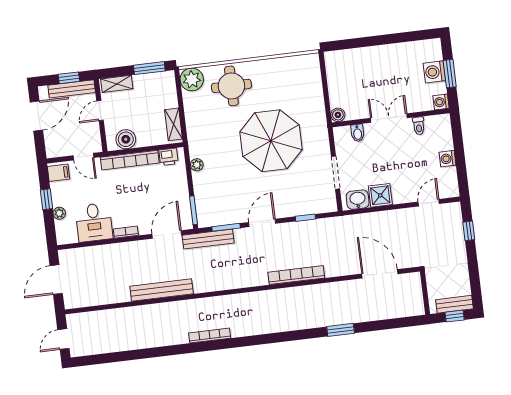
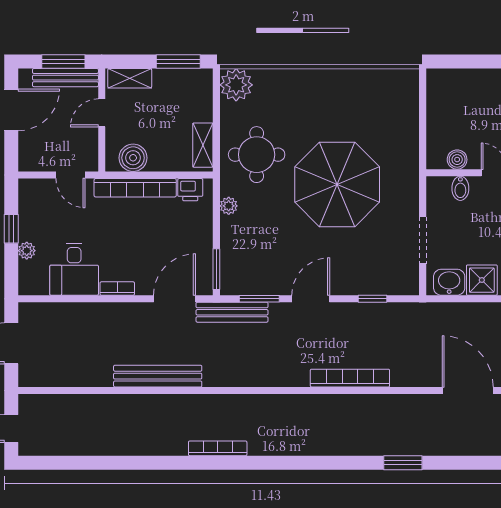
window: (69, 78) -> (63, 62), width x1.50
round table: (231, 86) -> (257, 155), moved
boiler: (338, 115) -> (457, 160), moved
filing cabinet: (59, 173) -> (33, 193), removed

